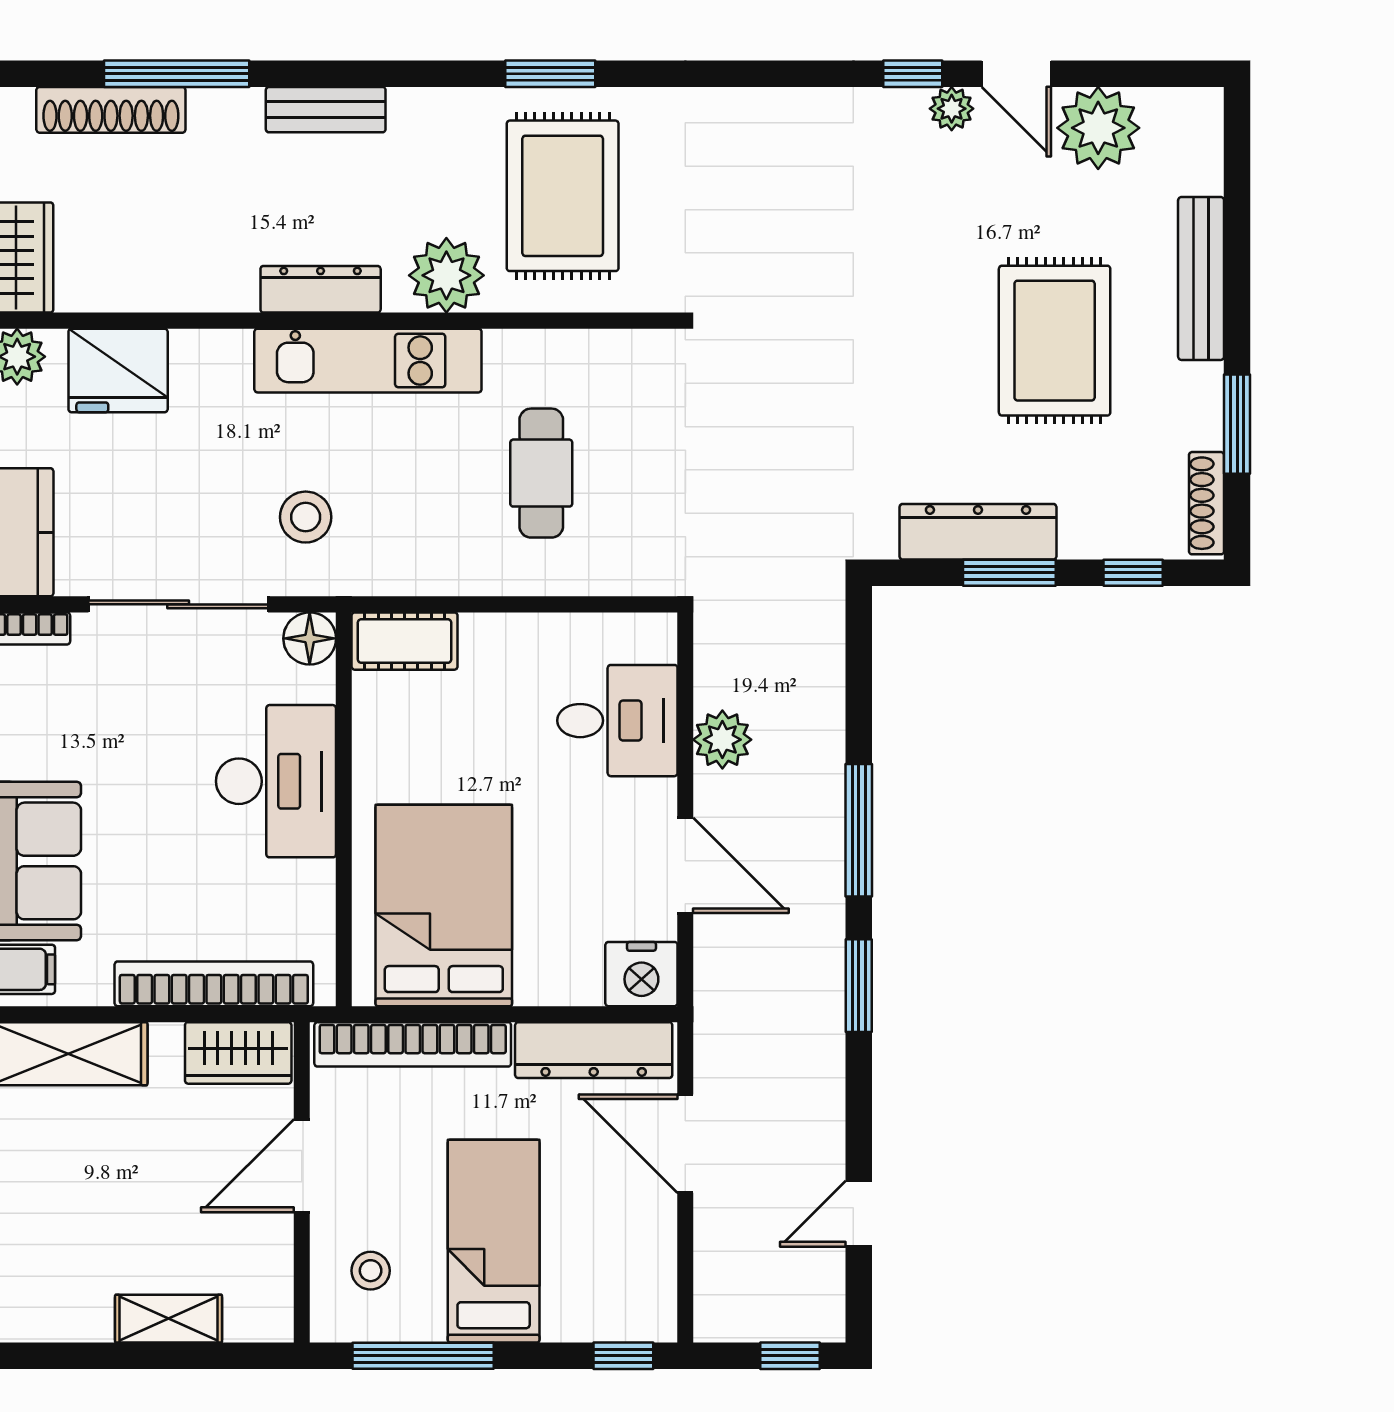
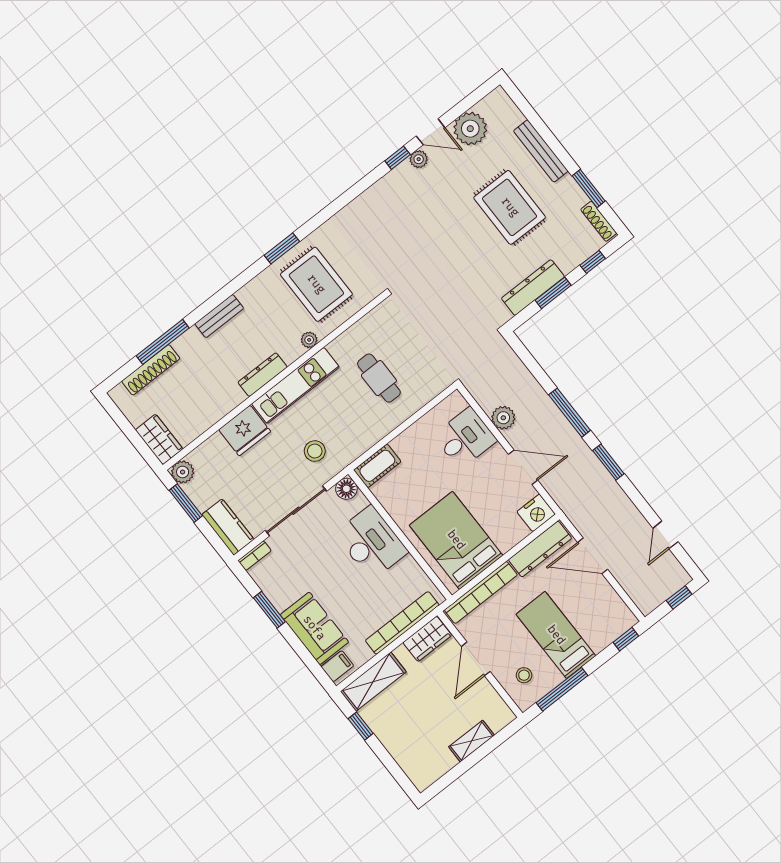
plant: (446, 275) -> (309, 340), width x0.53, depth x0.53
fridge: (118, 370) -> (245, 431), moved

